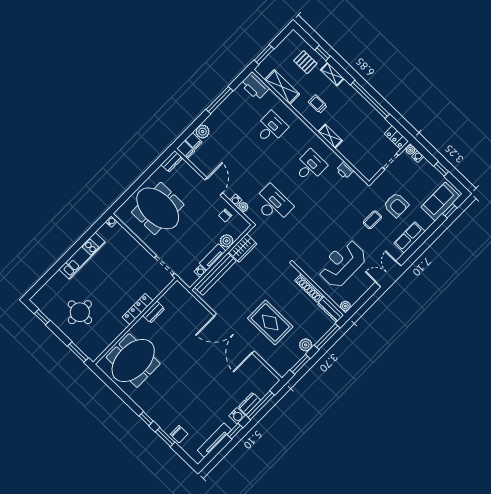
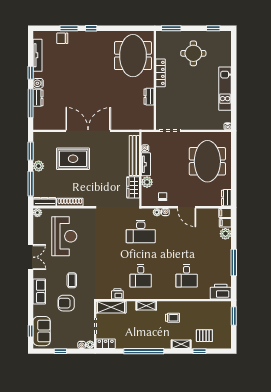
shelving: (282, 87) -> (111, 307), moved
meeting table: (158, 208) -> (207, 161), turned 90
locker: (138, 309) -> (161, 73), moved

